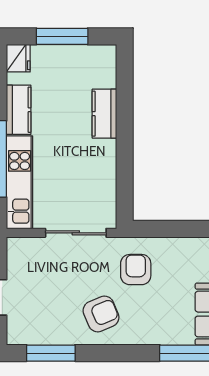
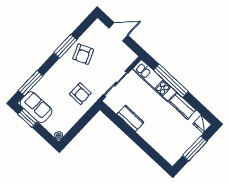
kitchen counter: (104, 114) -> (130, 118), moved
armchair: (101, 314) -> (83, 54), moved
window: (51, 353) -> (65, 46), moved

